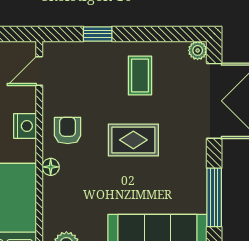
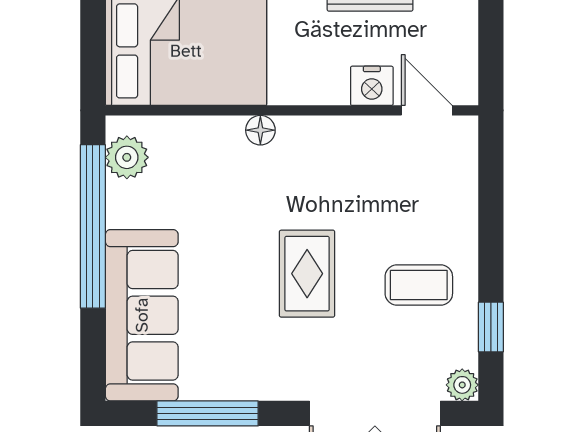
window: (98, 34) -> (491, 327), moved
nightstand: (25, 126) -> (372, 86), moved
armchair: (68, 130) -> (324, 160), removed

